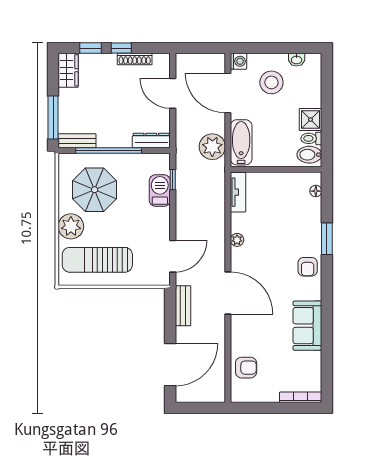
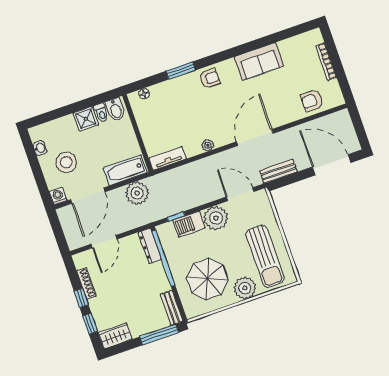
window: (109, 150) -> (163, 258), moved
plant: (156, 221) -> (216, 218), added
armchair: (246, 368) -> (312, 101), turned -90
bookcase: (301, 397) -> (326, 62), moved

